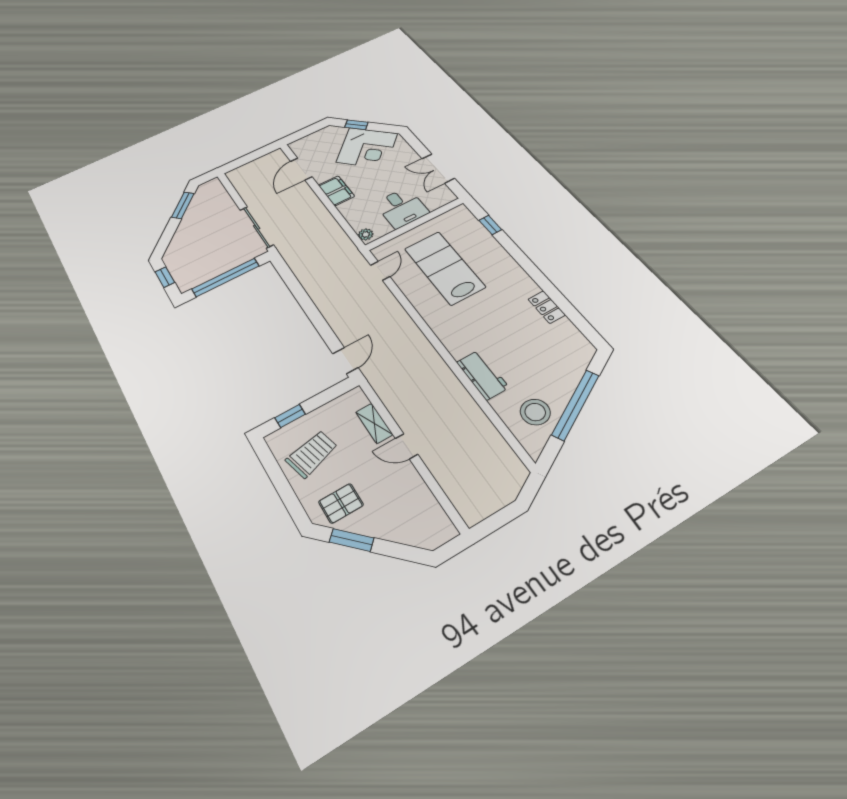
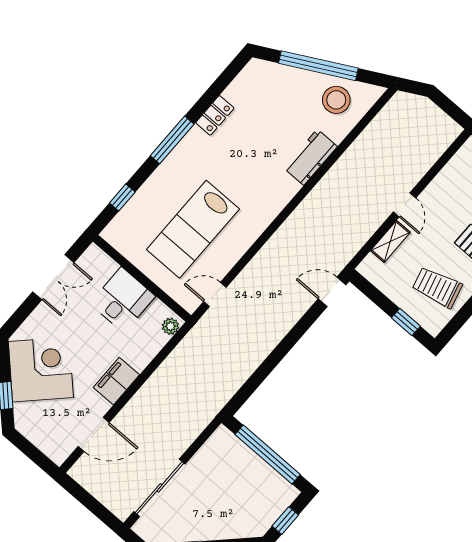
sliding door: (257, 227) -> (159, 488), moved
window: (532, 270) -> (172, 140), added

